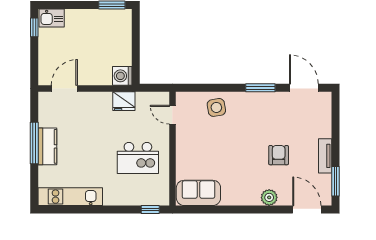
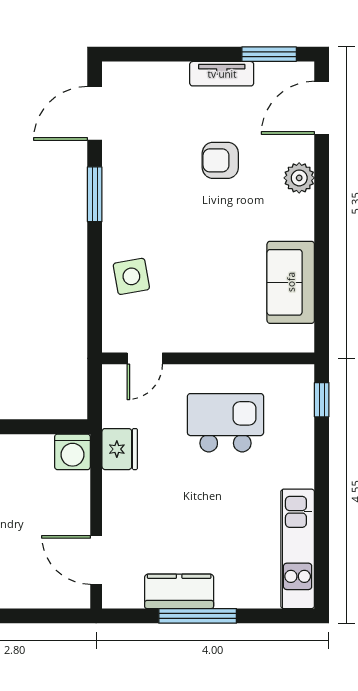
kitchen counter: (47, 146) -> (179, 591), moved
kitchen island: (138, 158) -> (225, 423), turned -90
sofa: (198, 193) -> (291, 282), moved

